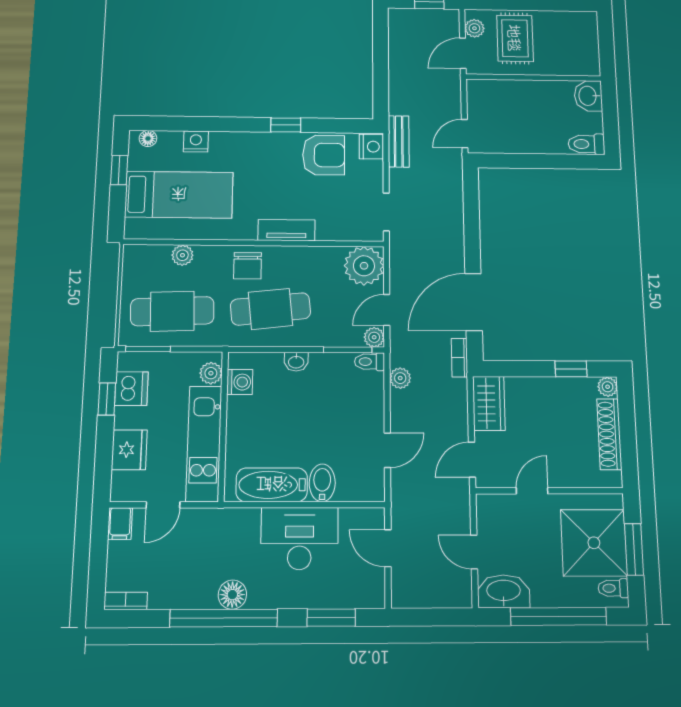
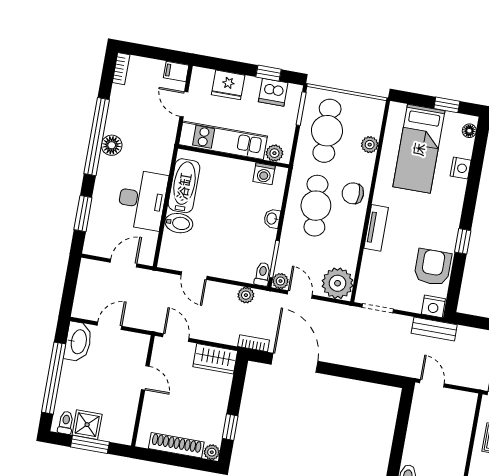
armchair: (324, 155) -> (433, 267), turned 180
shower: (594, 543) -> (87, 425), width x0.54, depth x0.54

